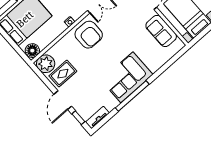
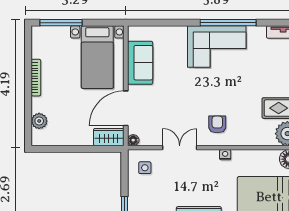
armchair: (89, 35) -> (217, 124), width x0.53, depth x0.53

